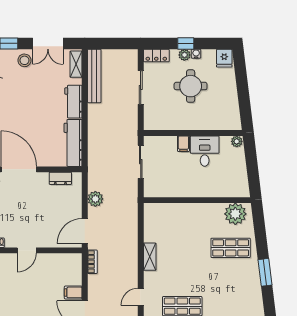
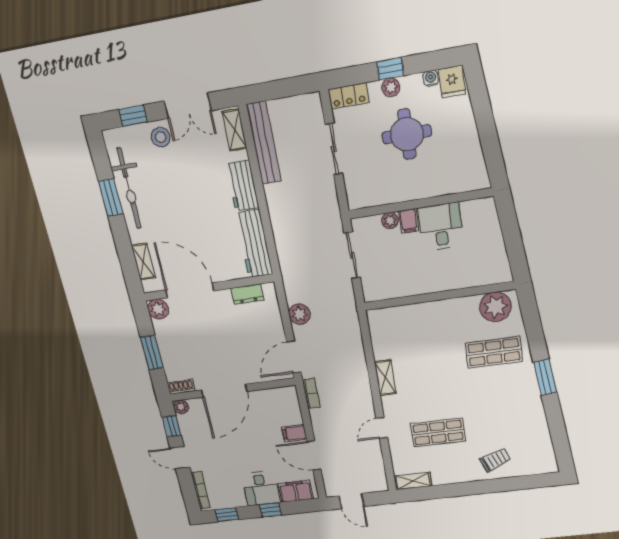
water cooler: (196, 54) -> (431, 78), moved
plant: (237, 141) -> (390, 221), moved
door: (27, 250) -> (224, 391), width x1.87

